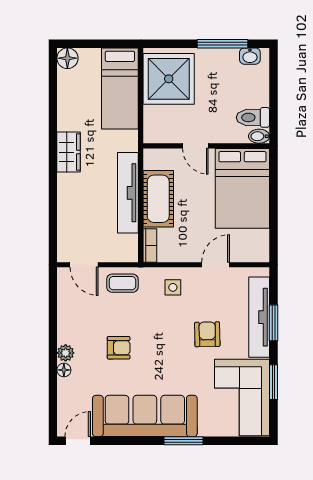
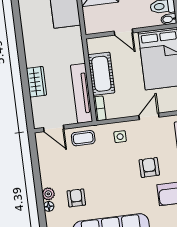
wardrobe: (69, 152) -> (36, 82), moved
tv unit: (128, 193) -> (82, 93), moved
armchair: (119, 348) -> (76, 198), moved, turned -90

